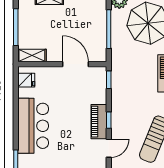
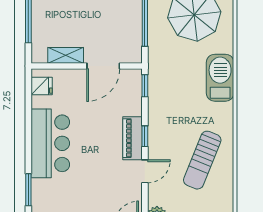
shelving: (32, 56) -> (66, 55), moved
door: (75, 64) -> (103, 66), swing flipped

